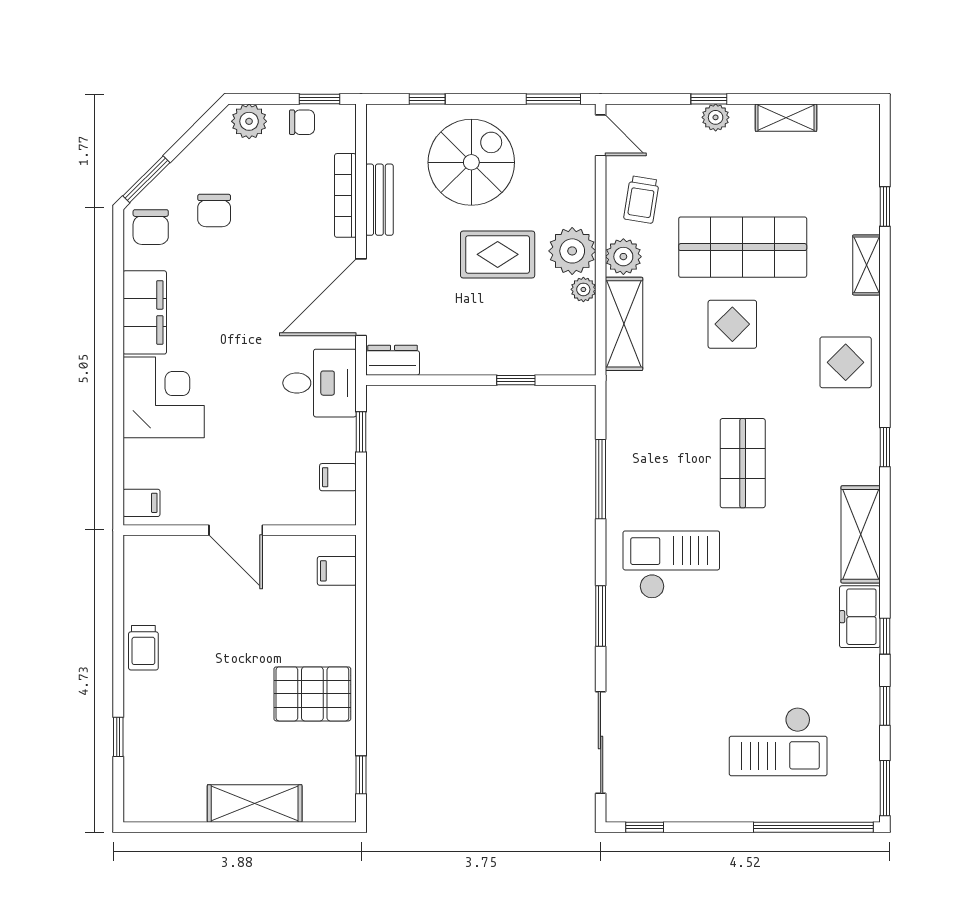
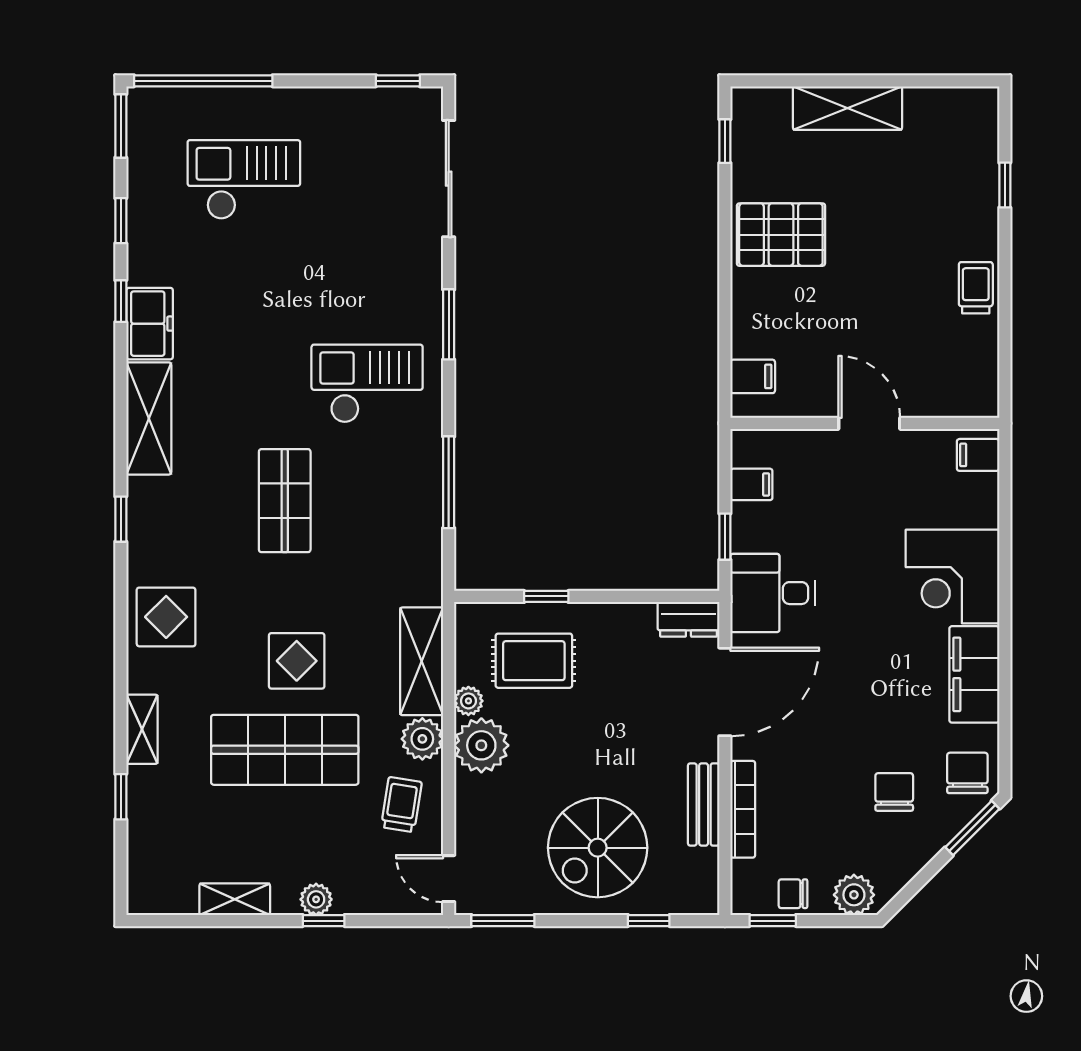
rug: (498, 254) -> (534, 661), moved
checkout: (671, 565) -> (367, 384), turned 180

